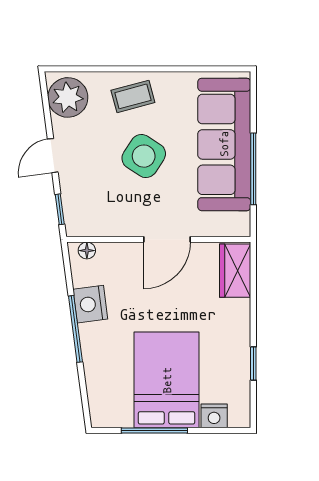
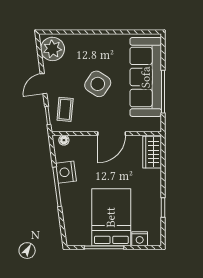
coffee table: (133, 96) -> (65, 109), moved, turned -70

